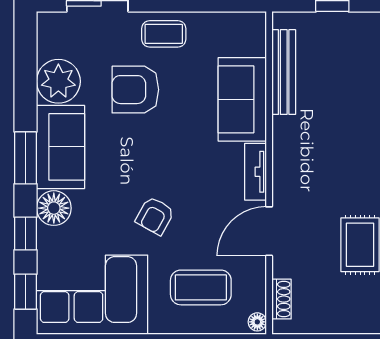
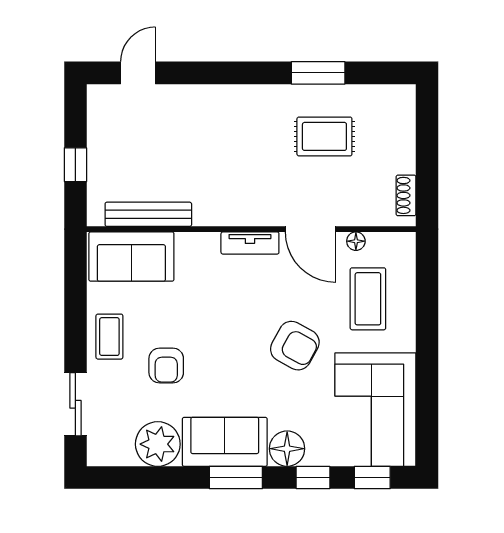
armchair: (135, 90) -> (166, 366), width x0.72, depth x0.72
sofa: (242, 99) -> (131, 257), moved
armchair: (155, 216) -> (295, 346), width x1.38, depth x1.38
shoe rack: (281, 299) -> (406, 195), moved, turned -90
floor lamp: (257, 322) -> (356, 241), moved

